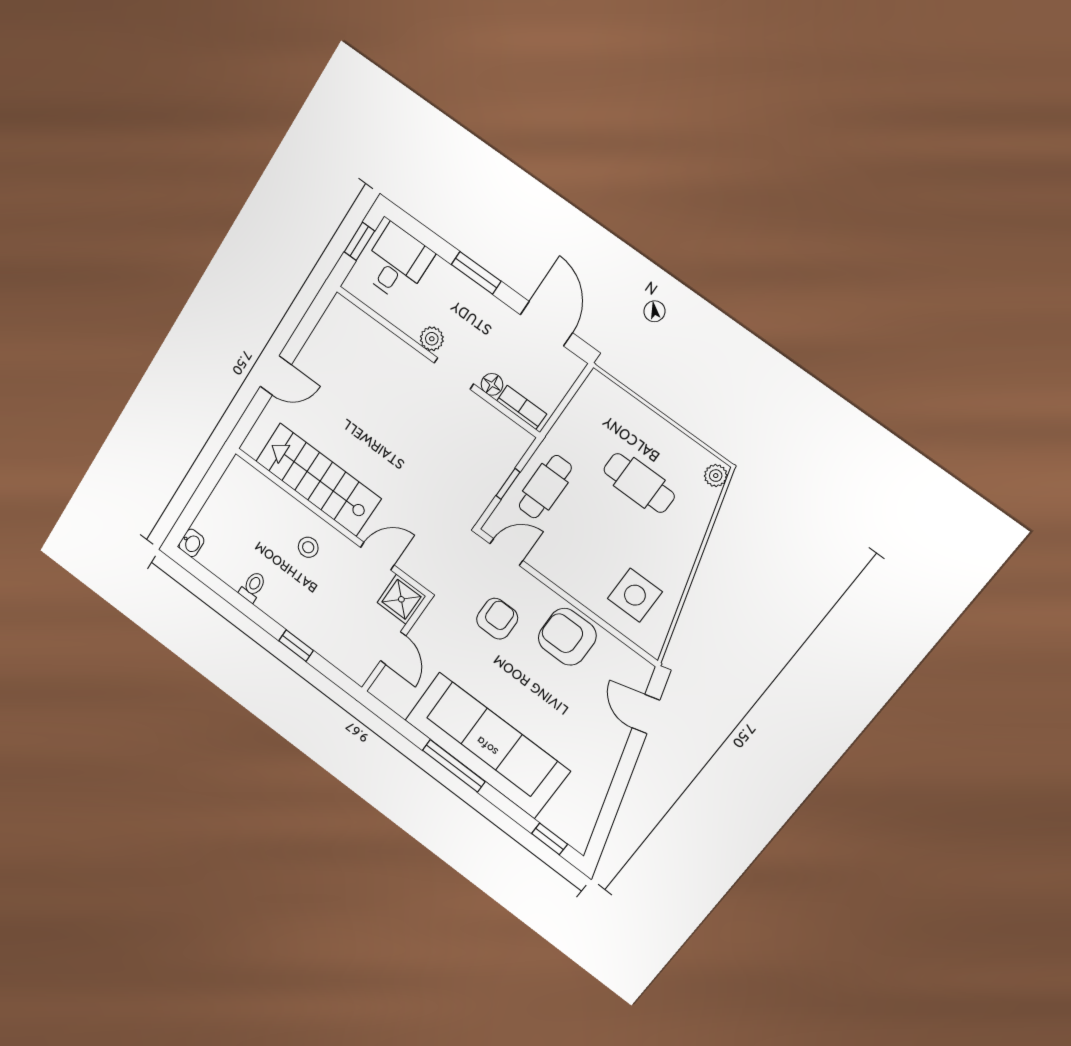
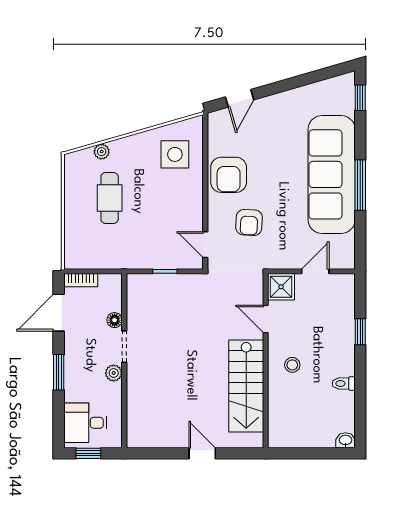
bookcase: (522, 407) -> (81, 280), moved, turned -90
plant: (716, 476) -> (102, 152), moved
cafe table: (545, 487) -> (151, 249), removed
armchair: (497, 619) -> (249, 222), turned -87

